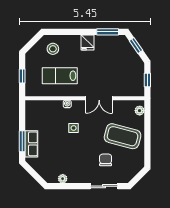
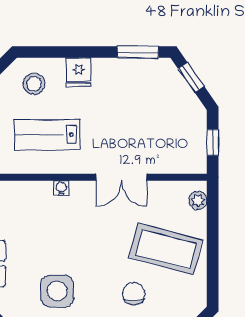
fridge: (87, 43) -> (79, 72), moved
side table: (74, 128) -> (57, 291), moved, width x1.87, depth x1.87

